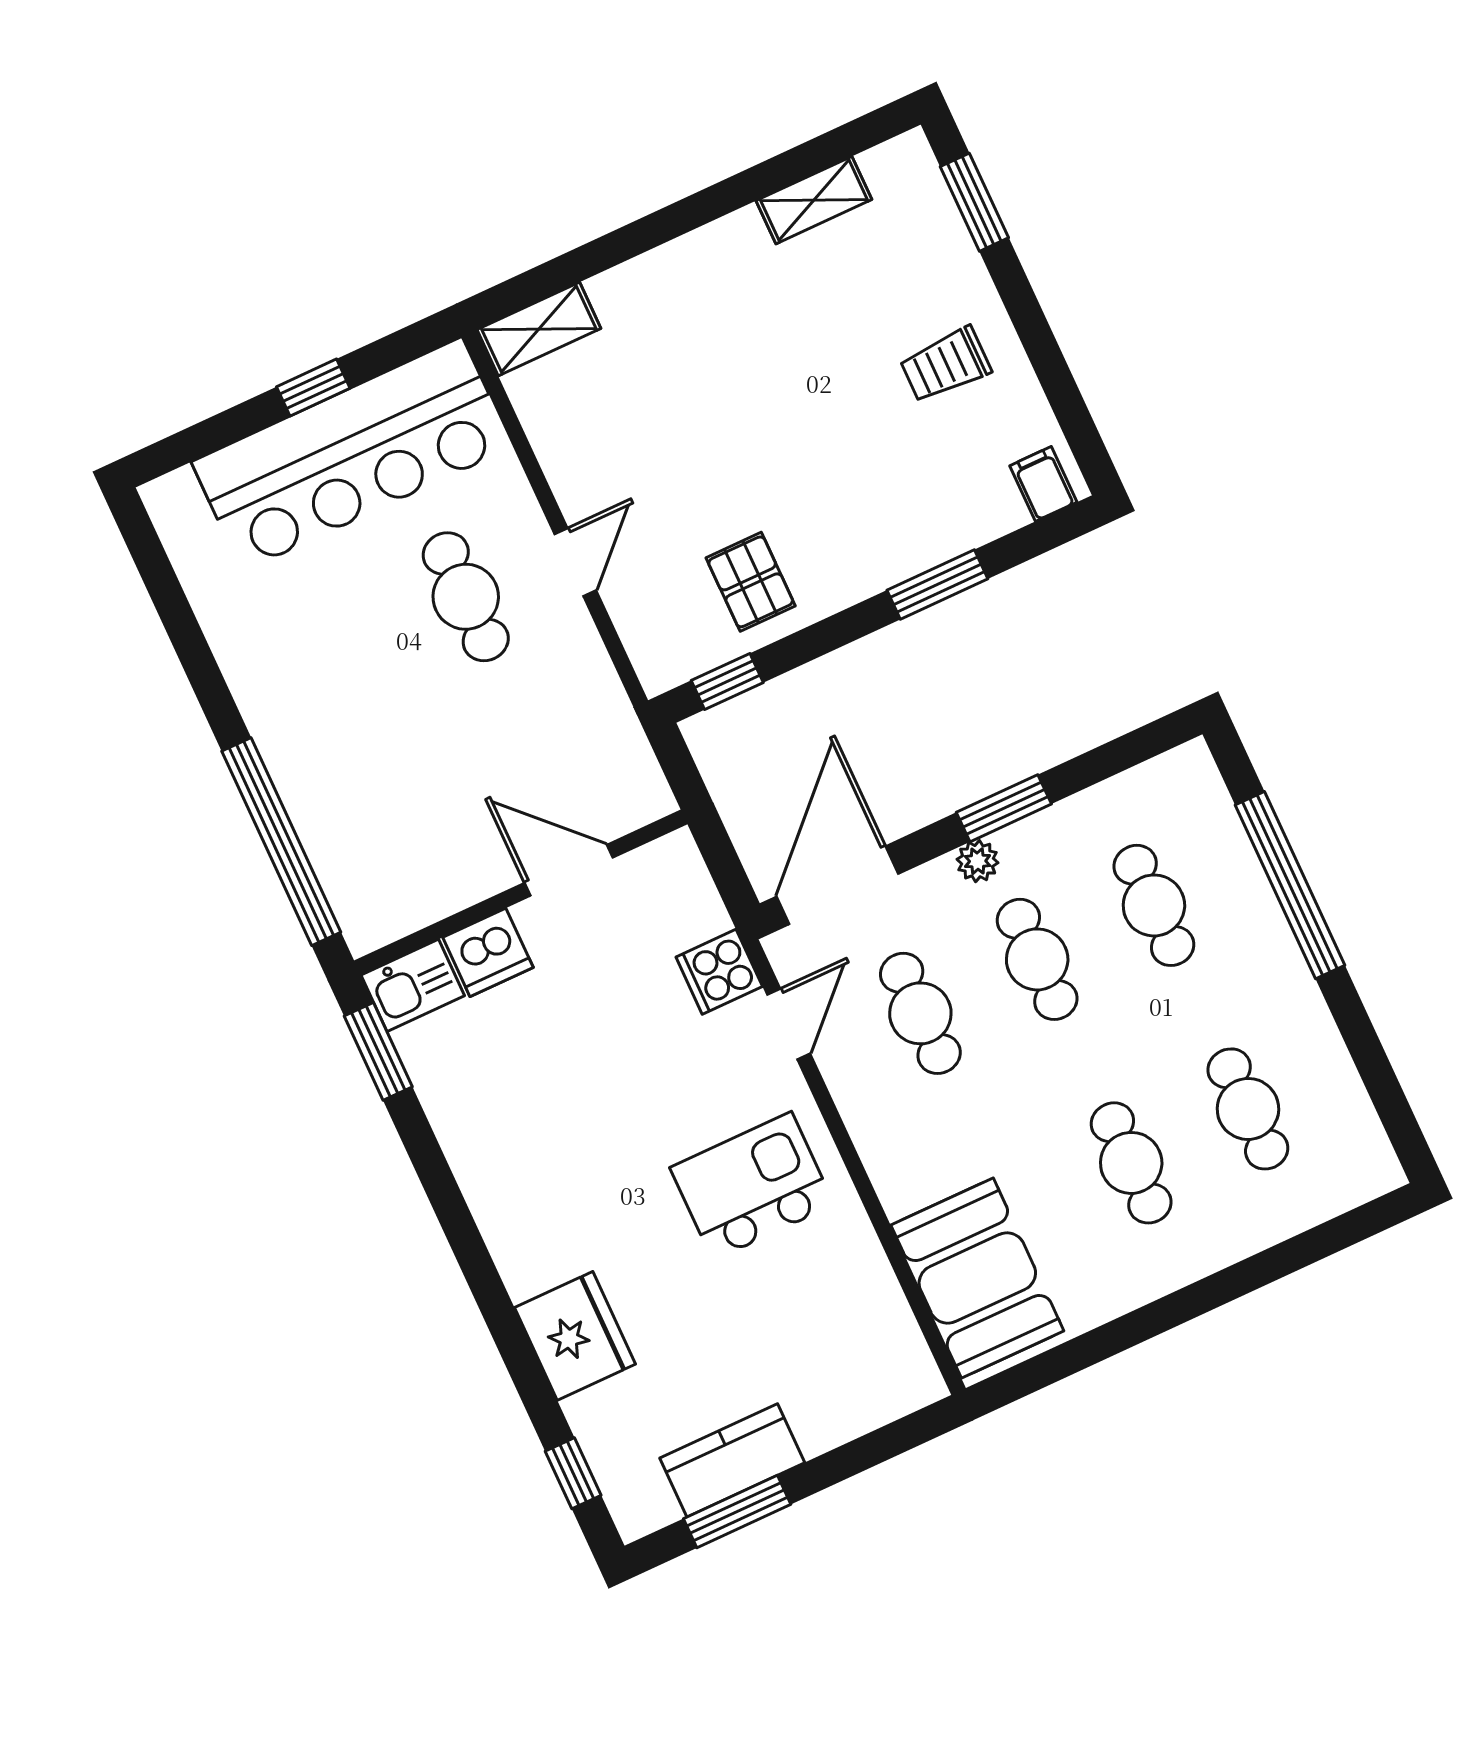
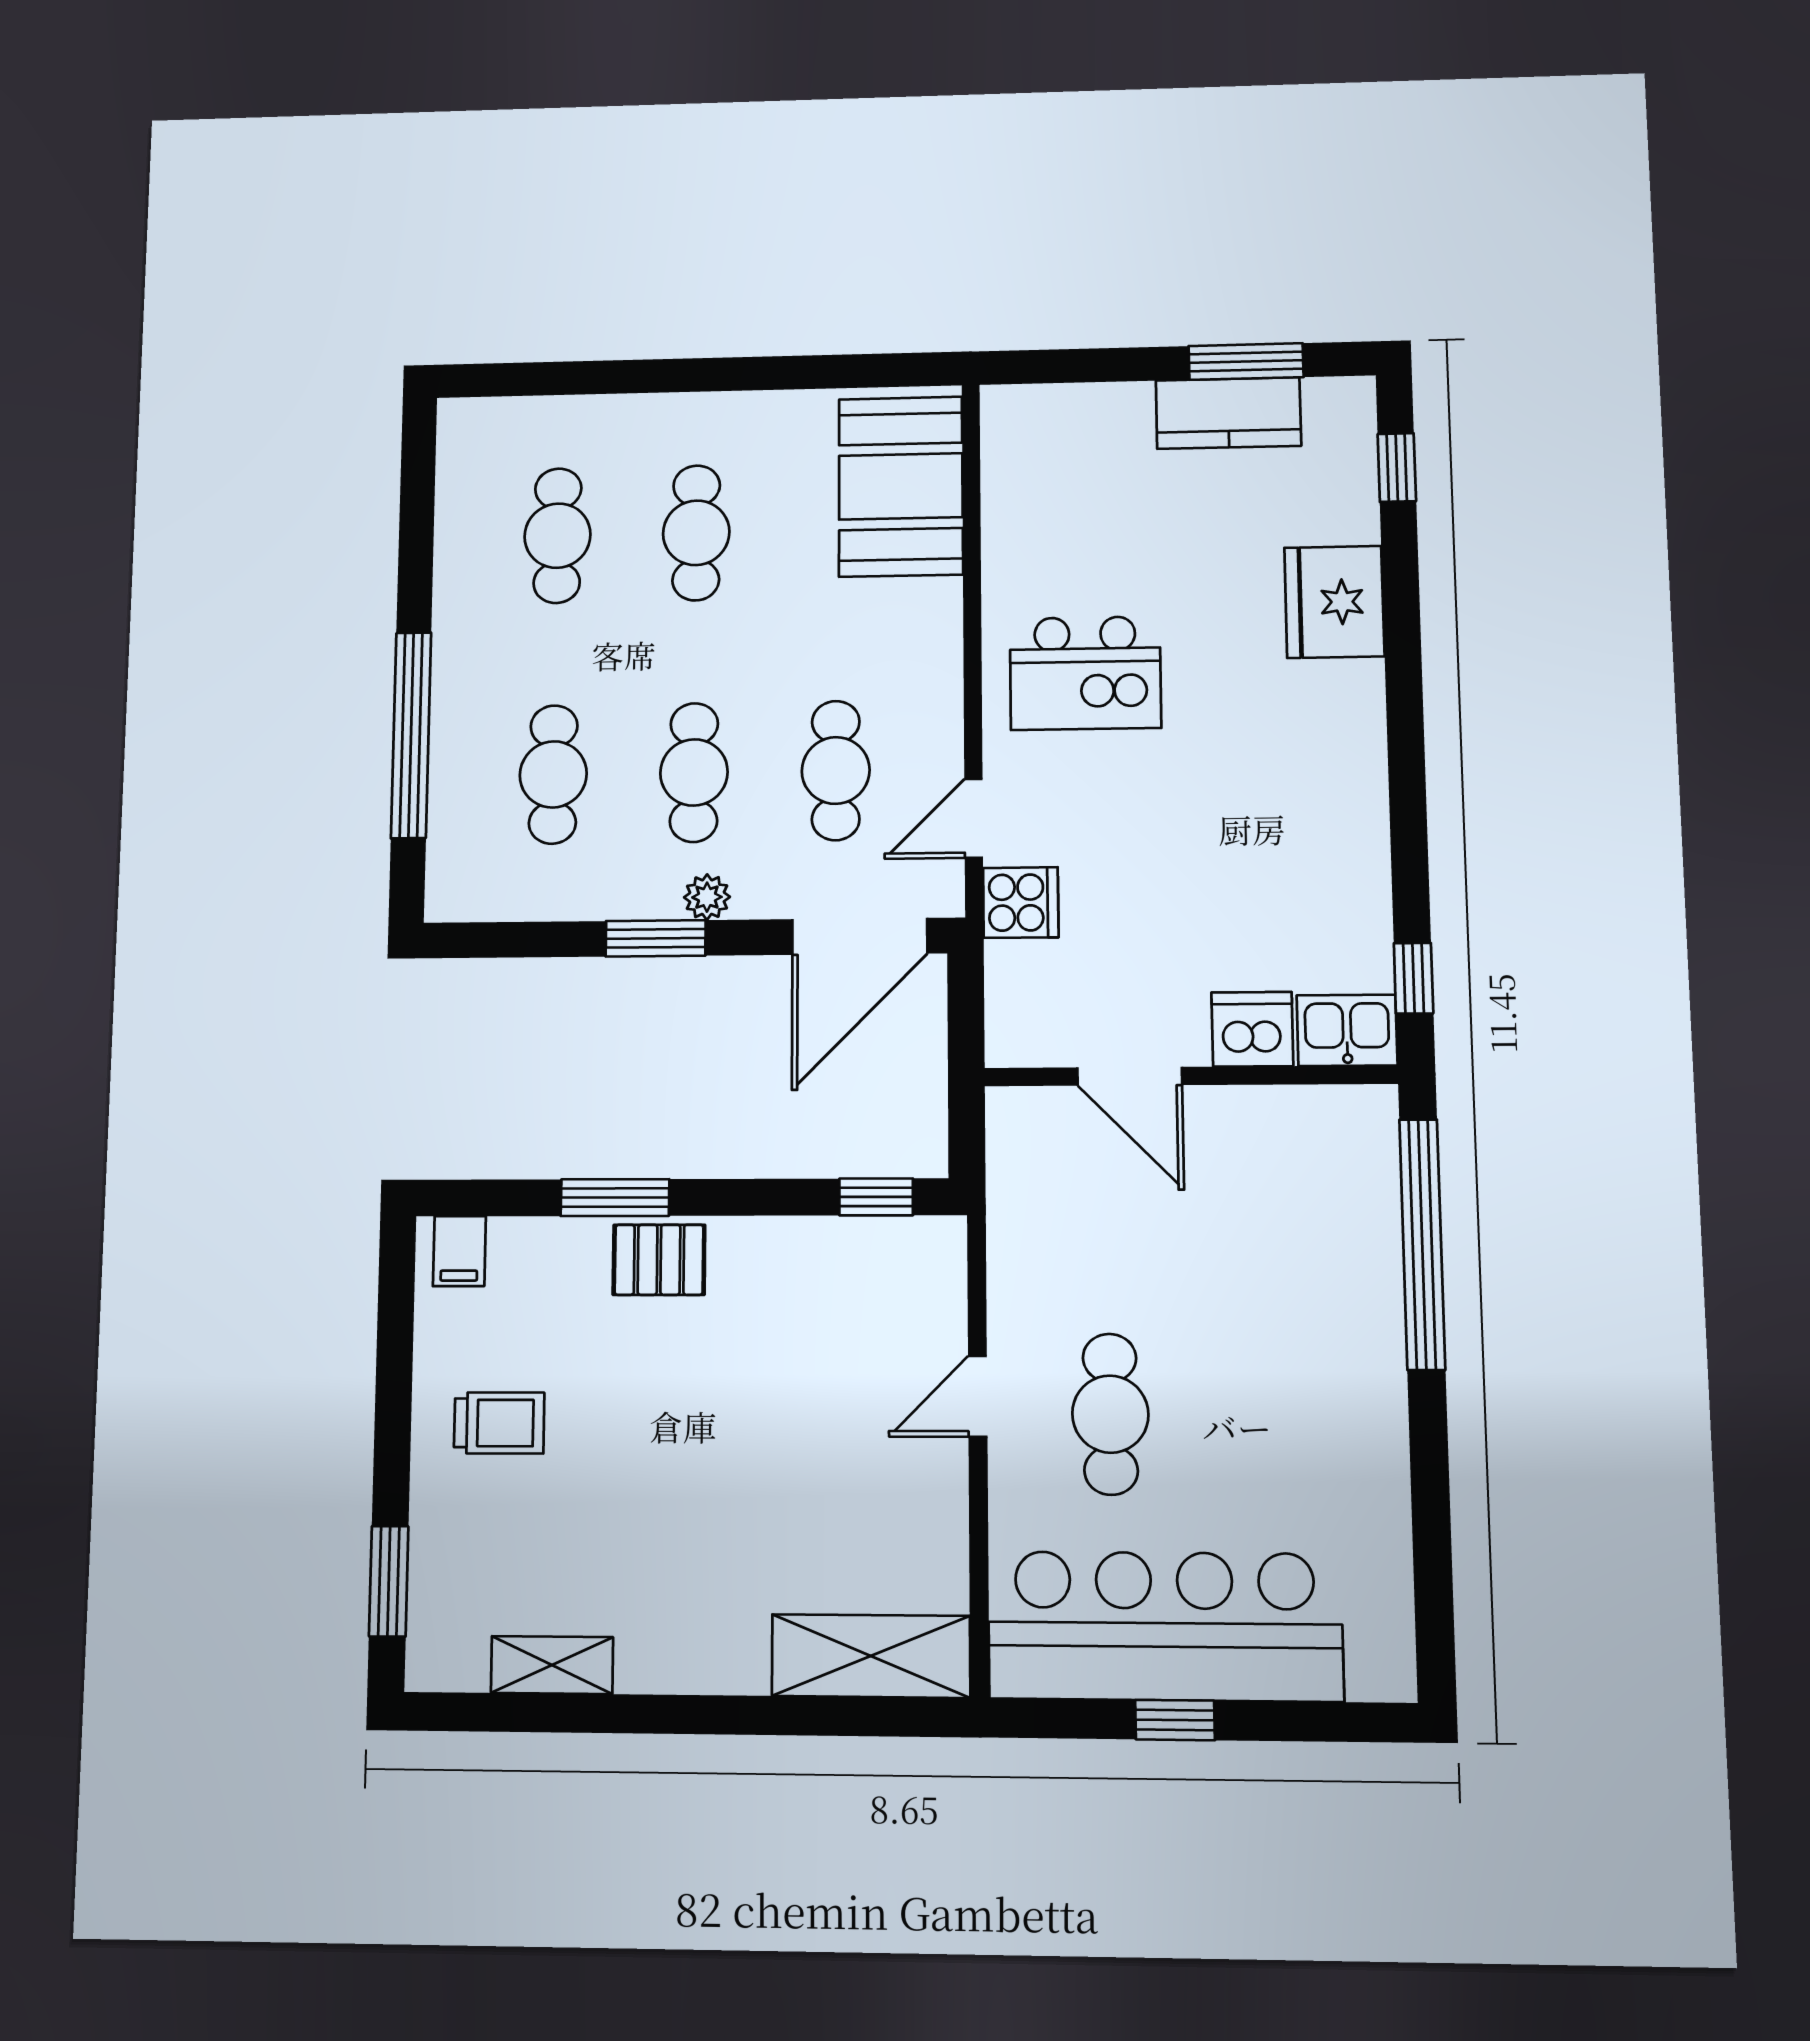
shelving: (539, 329) -> (871, 1656), width x1.50, depth x1.33
pallet: (751, 582) -> (659, 1260), moved, turned 90
window: (378, 1051) -> (1413, 978), width x0.67

